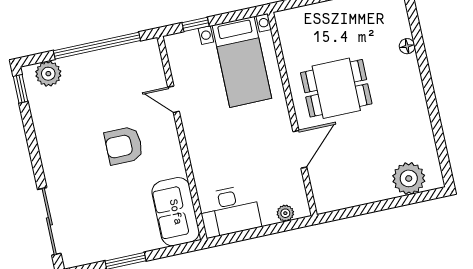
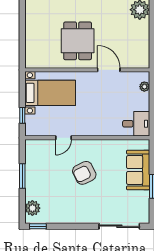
window: (97, 46) -> (22, 176), width x0.47
armchair: (124, 146) -> (84, 173), turned 64
desk: (229, 211) -> (136, 124), width x0.73
sofa: (176, 212) -> (138, 170), moved, turned 90

